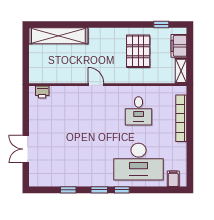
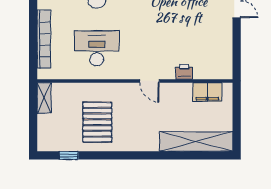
filing cabinet: (179, 46) -> (207, 92), moved, turned 90
printer: (42, 92) -> (184, 72), moved
desk: (139, 111) -> (97, 48), width x1.37

